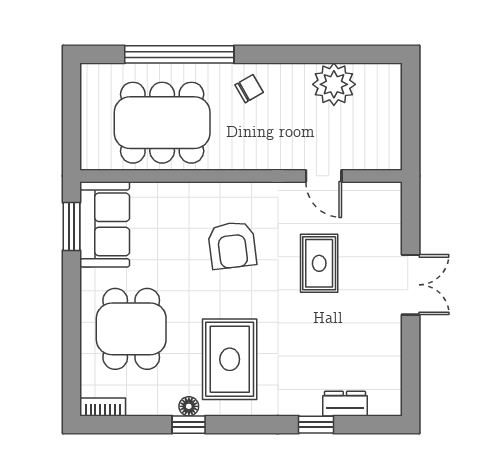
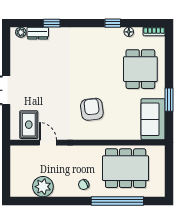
window: (72, 227) -> (169, 100), moved
rug: (319, 263) -> (29, 125), moved
rug: (230, 359) -> (93, 54), removed
plant: (380, 405) -> (21, 32), added
floor lamp: (189, 406) -> (129, 32), moved

